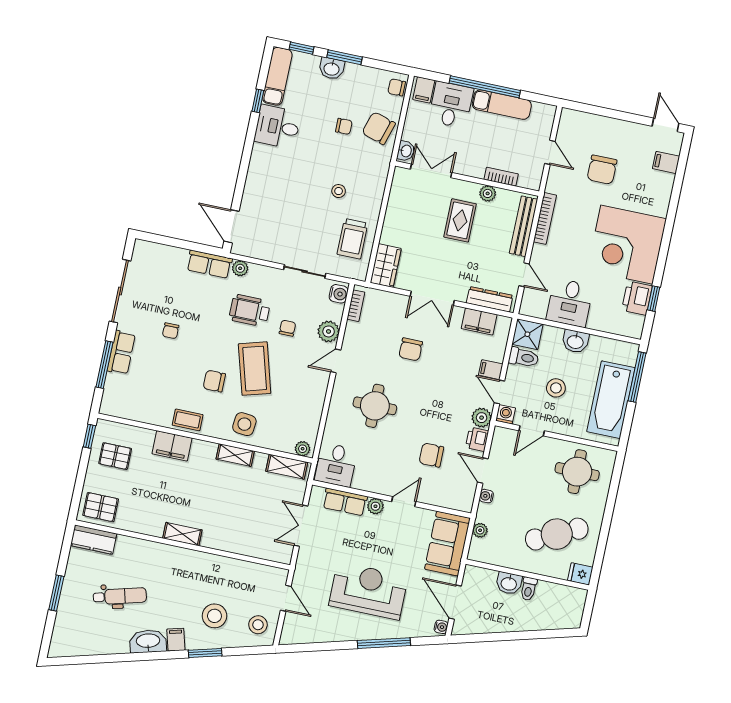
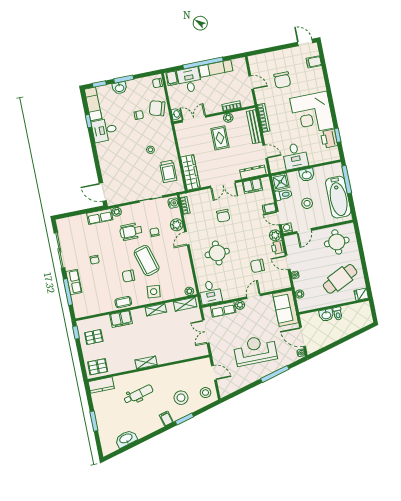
wardrobe: (386, 266) -> (190, 172), width x1.50
dental chair: (120, 596) -> (138, 394), moved
washbasin: (148, 641) -> (126, 439), moved

